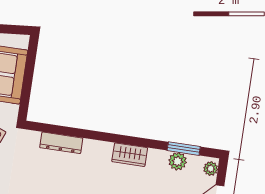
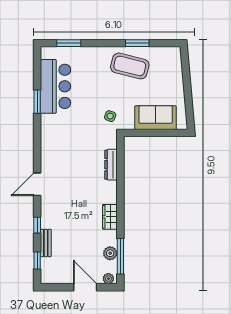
window: (184, 149) -> (120, 256), width x1.44

